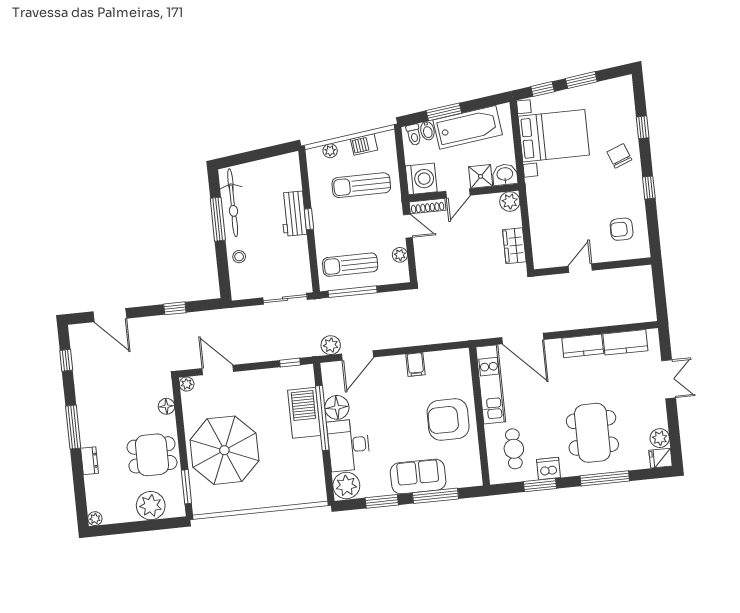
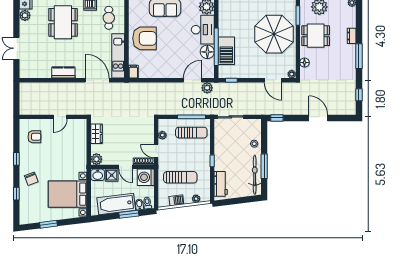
window: (543, 89) -> (71, 221), removed
door: (458, 193) -> (126, 167), swing flipped
workbench: (293, 214) -> (221, 184), moved
window: (175, 308) -> (277, 118), moved
door: (110, 315) -> (318, 118), moved
kitchen counter: (625, 342) -> (39, 72), removed
filing cabinet: (415, 364) -> (133, 72), moved

